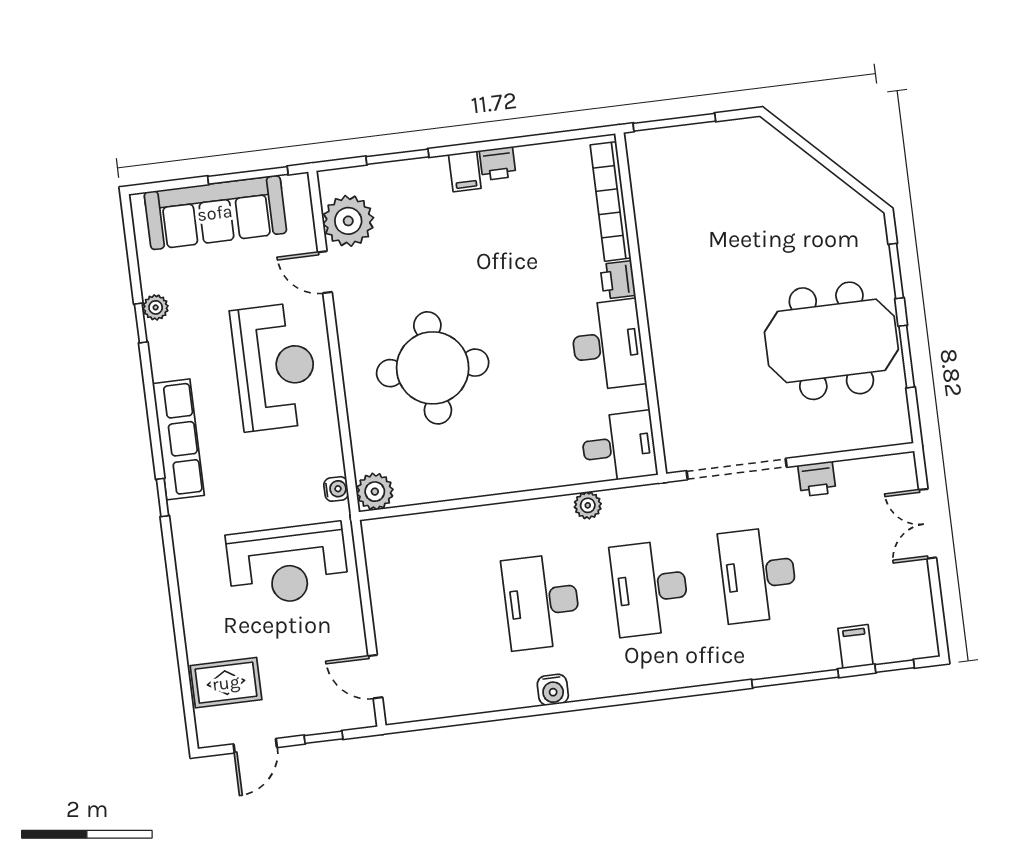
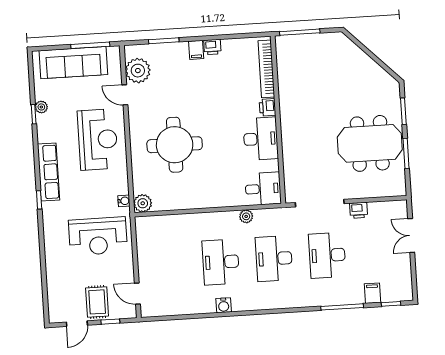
rug: (226, 683) -> (97, 302), moved, turned 90

